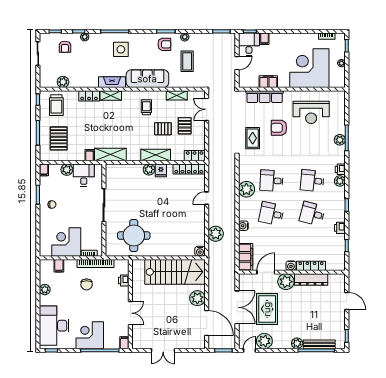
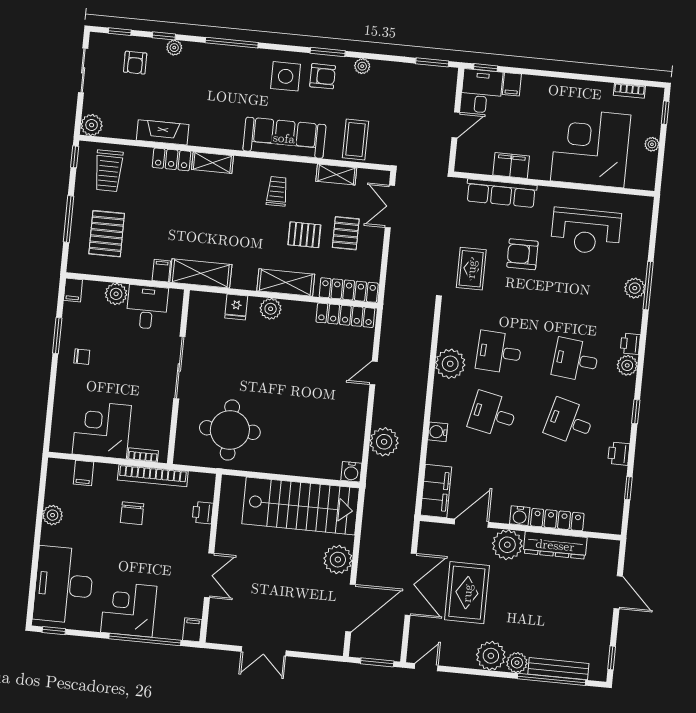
side table: (121, 49) -> (286, 76), moved
coffee table: (187, 61) -> (356, 140), moved
plant: (63, 82) -> (92, 125), moved
fireplace: (112, 82) -> (163, 132), moved
locker: (195, 156) -> (349, 290), width x1.53
fridge: (161, 170) -> (236, 307), moved
door: (207, 323) -> (350, 608), hinge flipped
plant: (264, 341) -> (491, 656), moved

